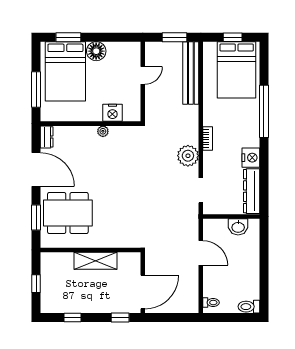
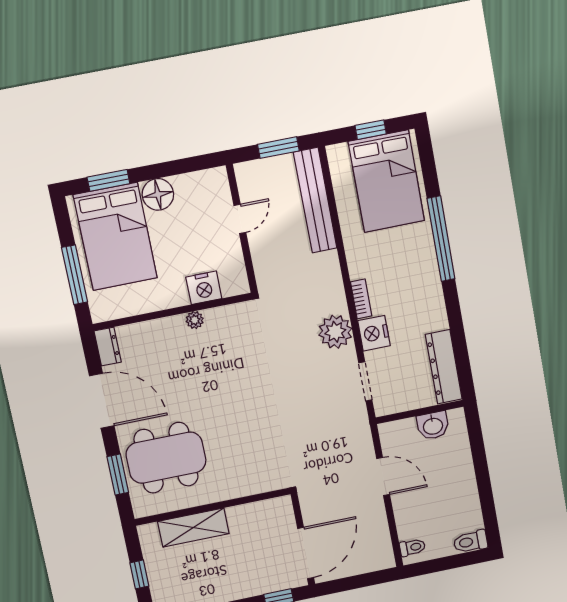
nightstand: (251, 158) -> (374, 333), moved, turned 180
shelving: (96, 261) -> (193, 528), moved

